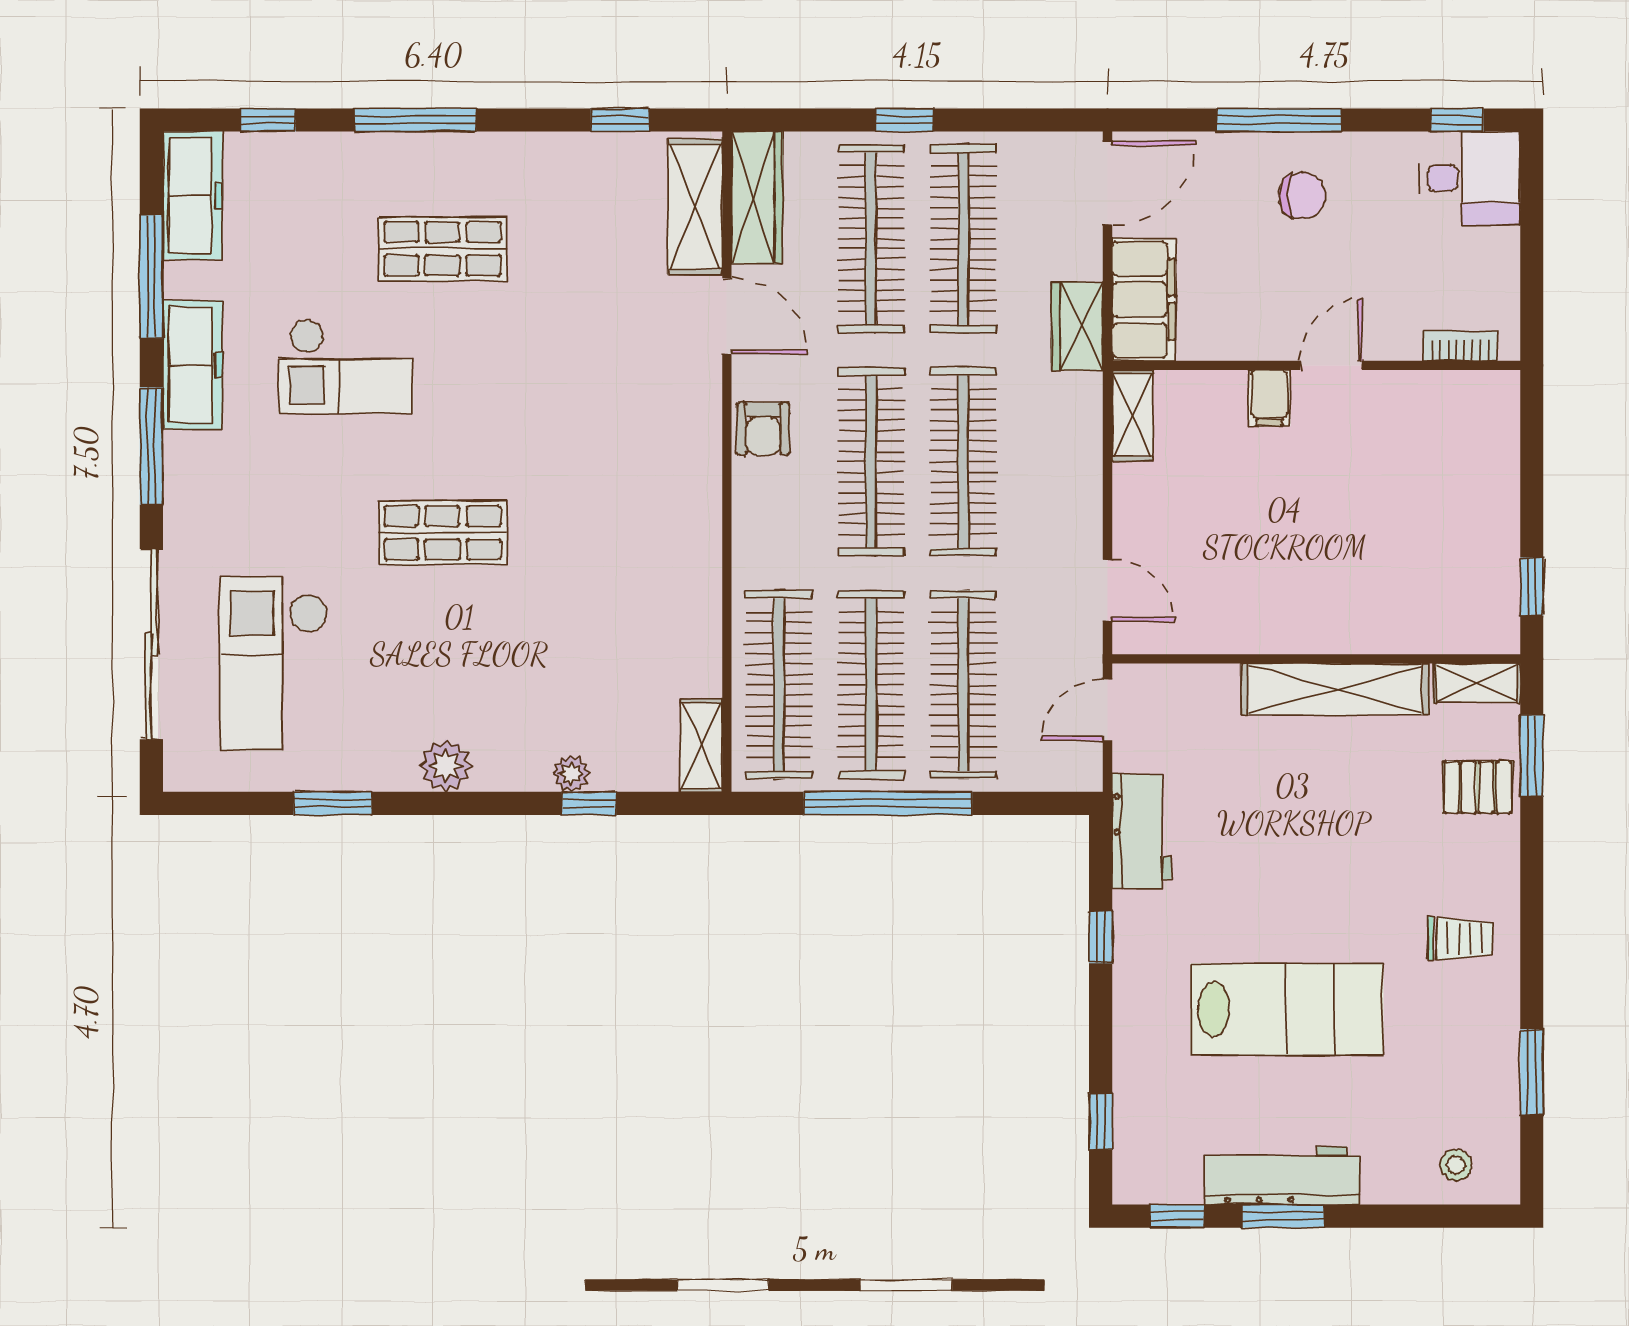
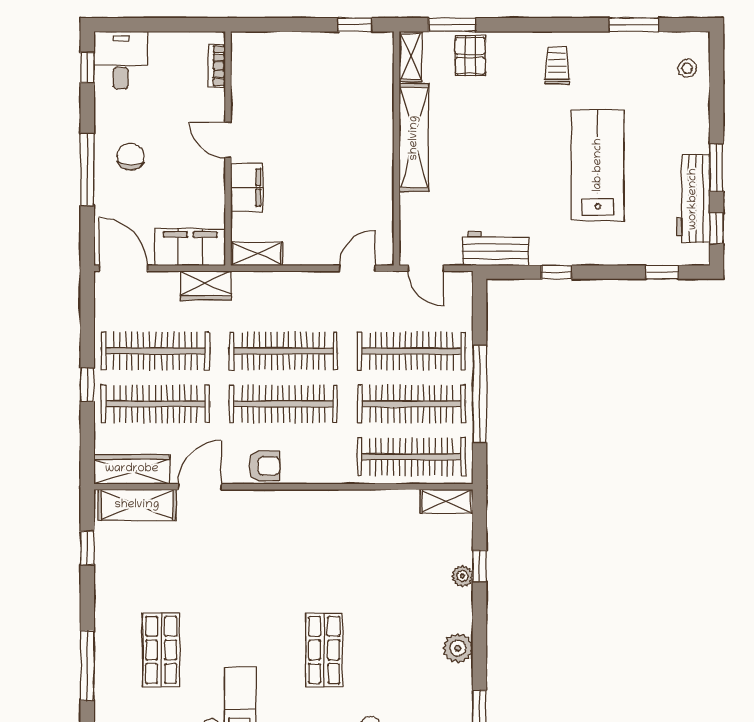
filing cabinet: (1269, 398) -> (247, 187), width x2.00
workbench: (1282, 1176) -> (693, 199), moved

